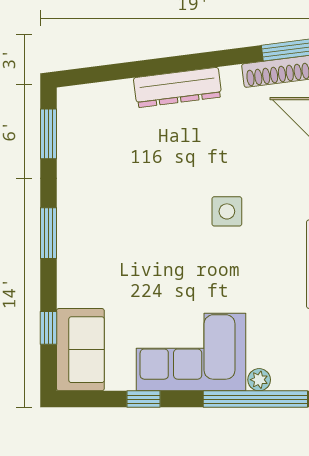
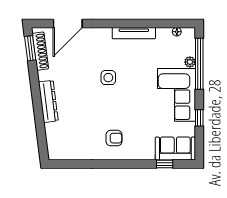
window: (48, 134) -> (71, 164), removed
armchair: (102, 223) -> (114, 138), added
window: (48, 233) -> (119, 164), removed

